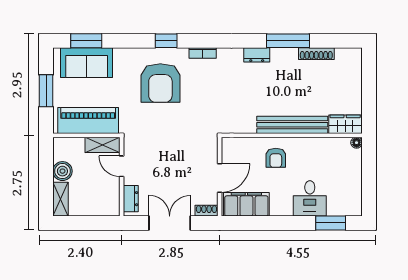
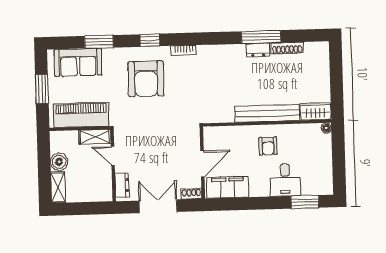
window: (86, 41) -> (99, 42), moved
dresser: (257, 55) -> (258, 50), moved
armchair: (276, 158) -> (268, 146), moved

